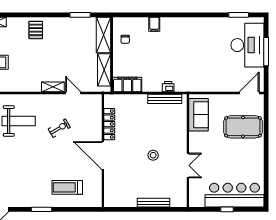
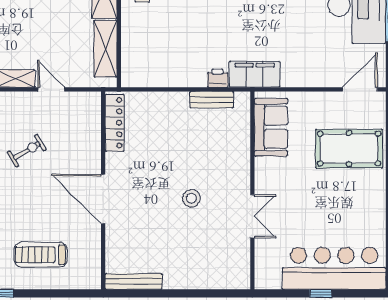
filing cabinet: (127, 85) -> (255, 74), moved
bench: (165, 99) -> (212, 100), width x0.73
locker: (109, 124) -> (115, 123), moved
bench: (153, 203) -> (134, 282), moved

